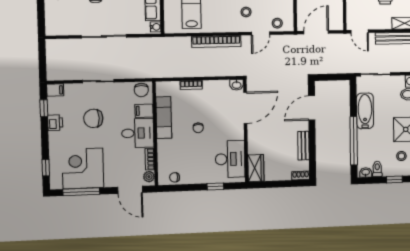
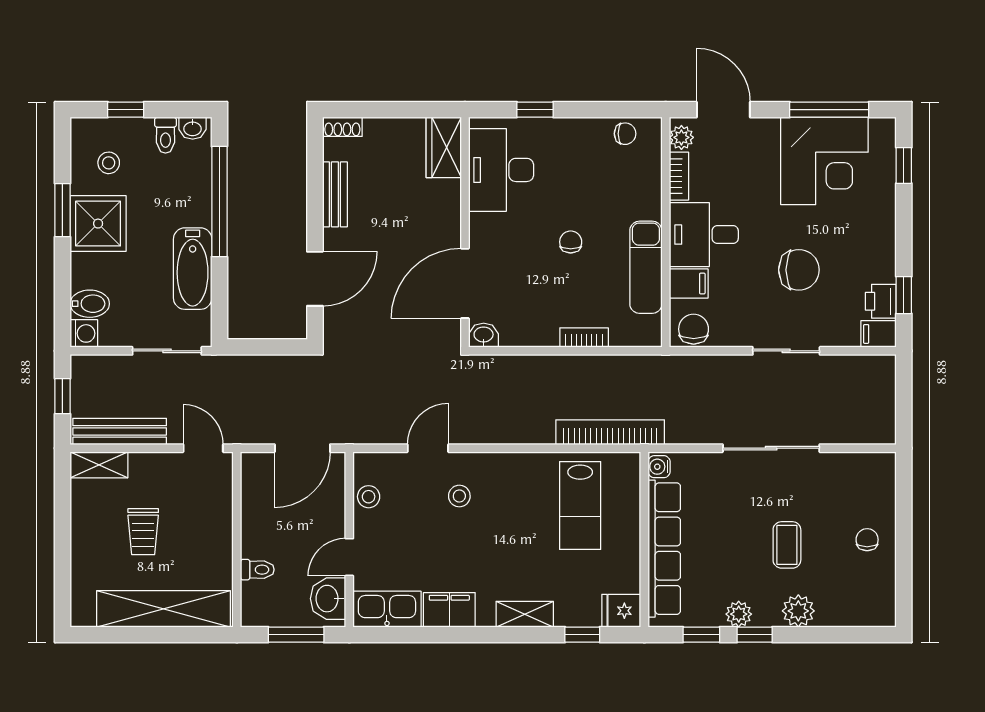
stool: (277, 23) -> (369, 497), moved
bookcase: (216, 41) -> (610, 432), moved
printer: (55, 123) -> (881, 301), moved

